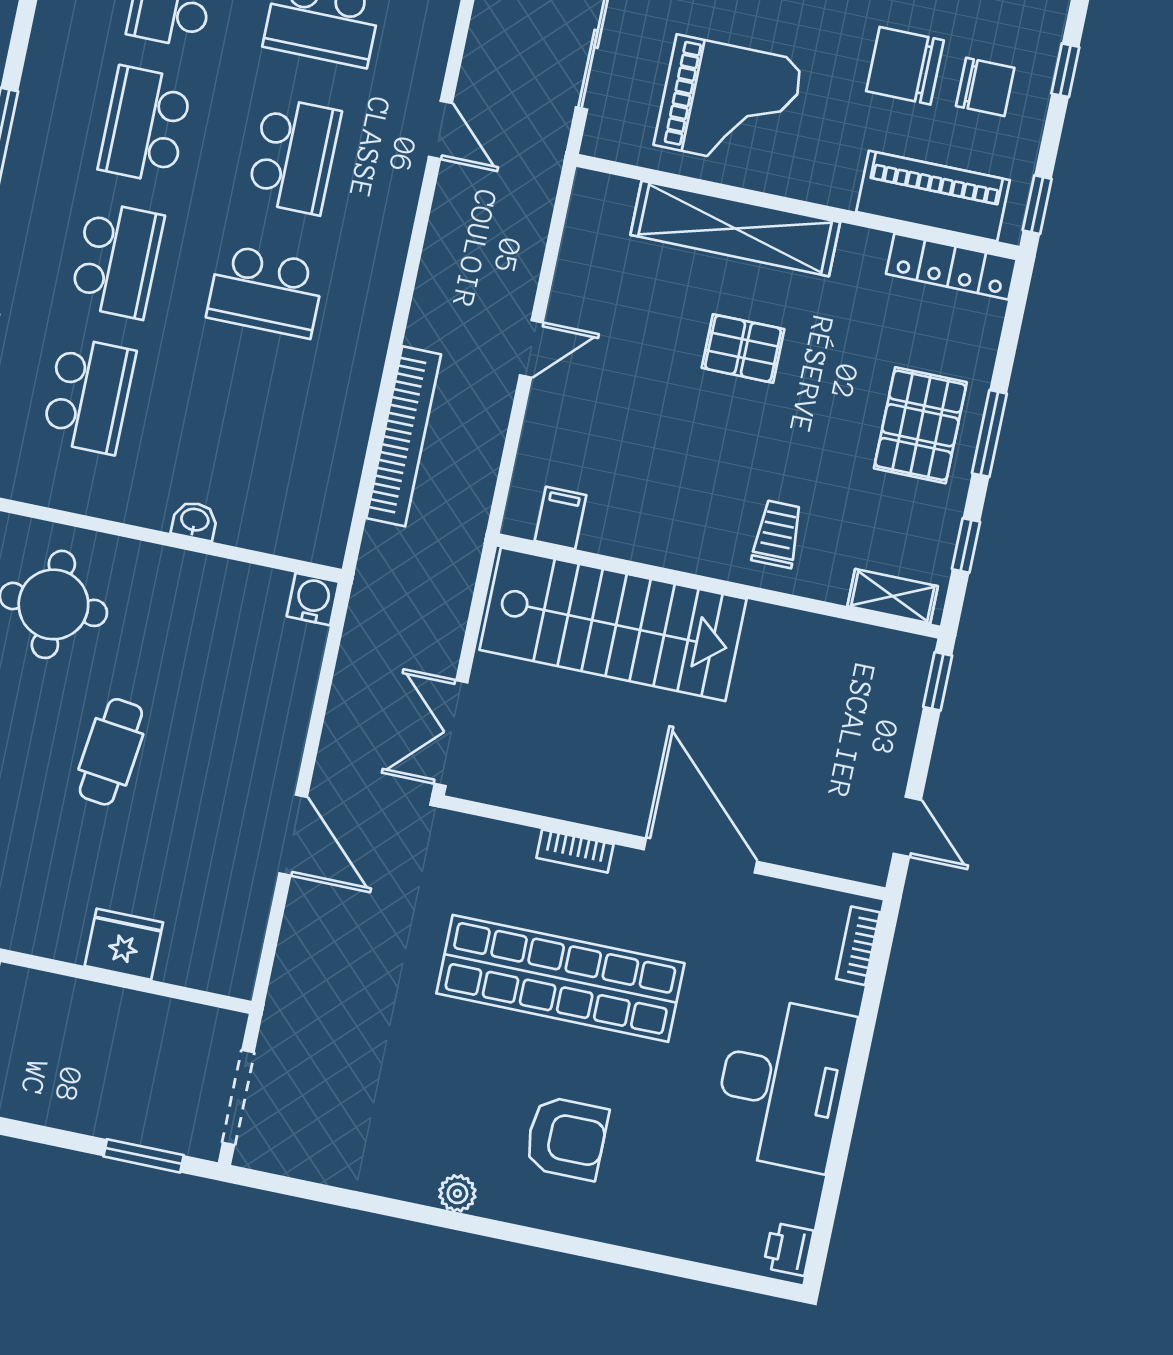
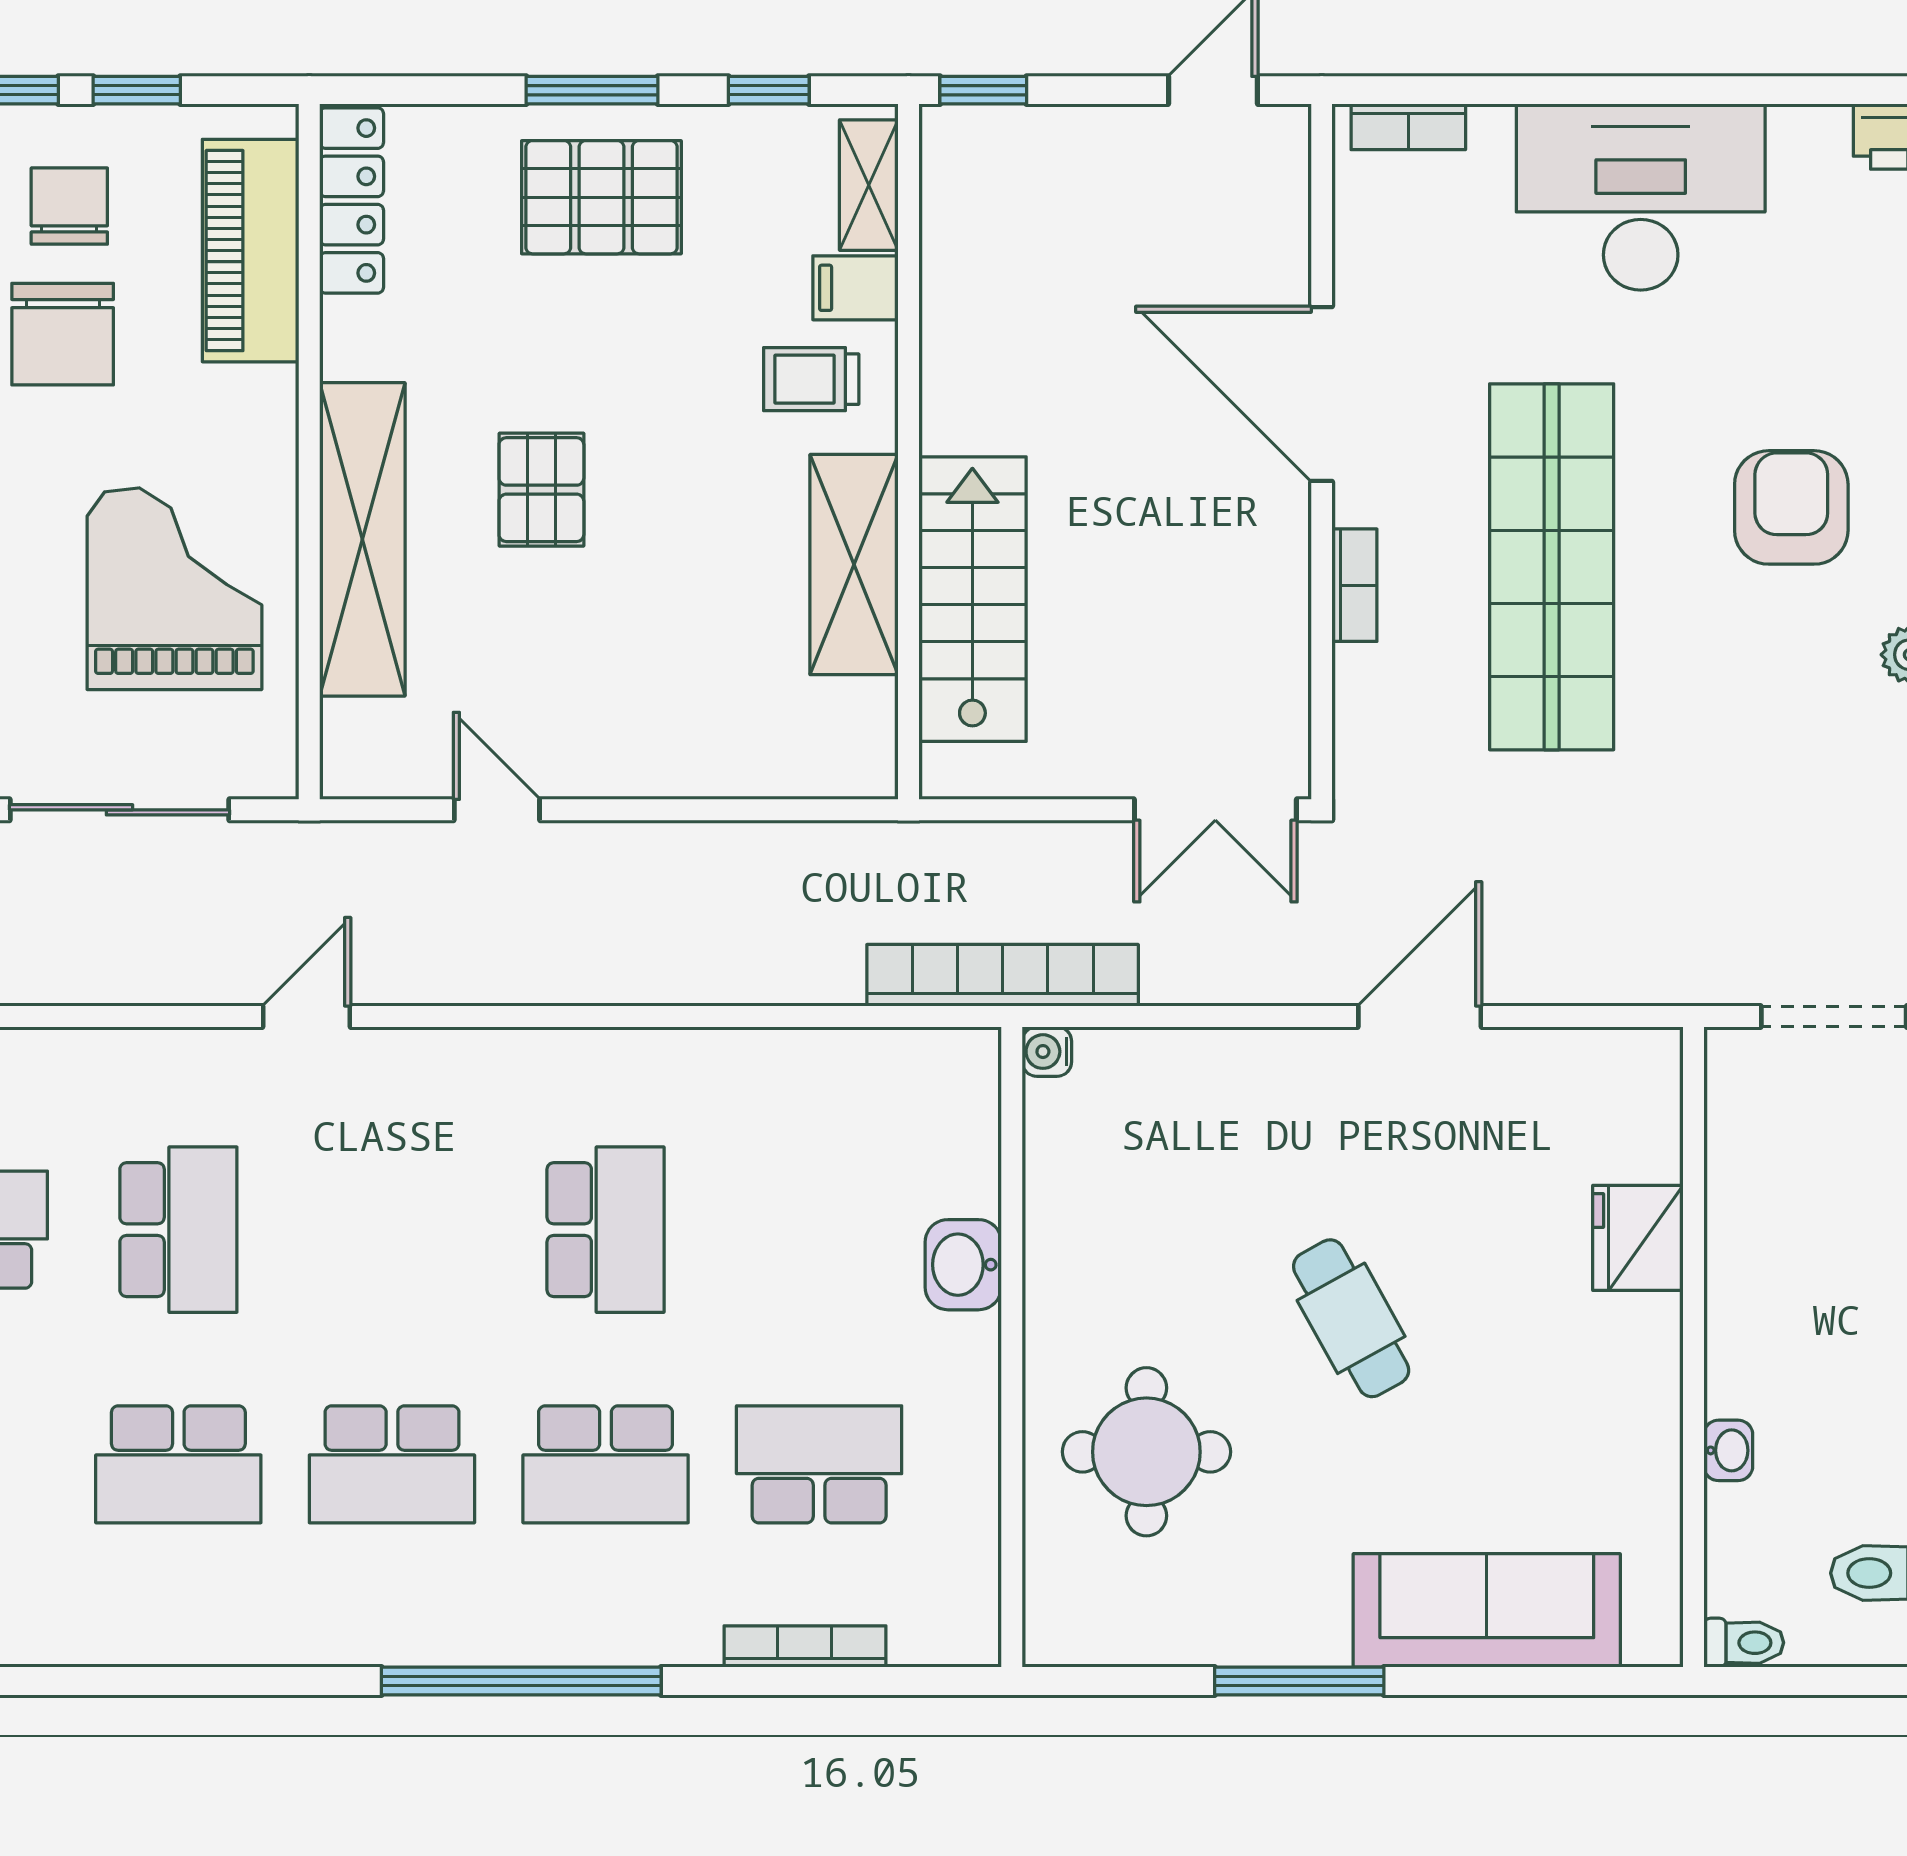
school desk: (294, 156) -> (392, 1230), removed
window: (1037, 205) -> (137, 90), moved
school desk: (117, 260) -> (606, 1464), turned 180
door: (531, 349) -> (497, 810), moved
bookcase: (404, 436) -> (1003, 975), moved
filing cabinet: (560, 518) -> (855, 288), moved
washbasin: (195, 521) -> (963, 1265), width x1.38, depth x1.45
shelving: (654, 537) -> (854, 565), added
water cooler: (313, 599) -> (1047, 1052), width x0.72, depth x0.72
stairs: (613, 624) -> (972, 599), width x0.73, depth x0.66
cafe table: (111, 752) -> (1351, 1318), turned 54
door: (700, 855) -> (1322, 394), hinge flipped

